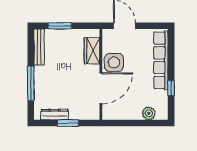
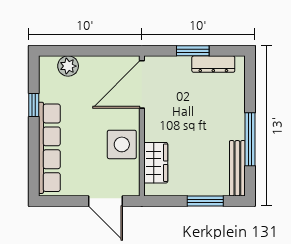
window: (31, 83) -> (250, 139), moved
door: (101, 88) -> (142, 84), moved

